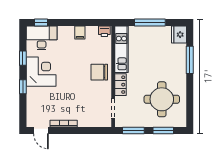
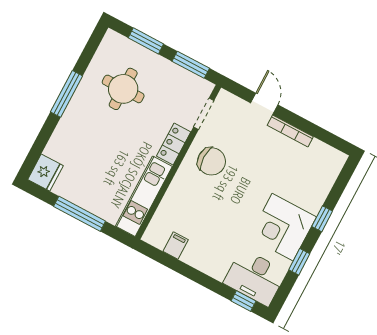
printer: (104, 31) -> (155, 237), removed
filing cabinet: (80, 33) -> (176, 245), moved
window: (190, 60) -> (66, 94), moved
chair: (99, 72) -> (211, 161), moved
round table: (162, 99) -> (123, 89), width x0.73, depth x0.73
door: (41, 130) -> (264, 104), moved

